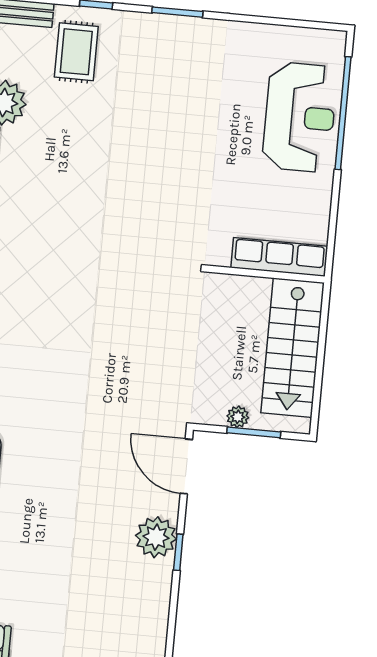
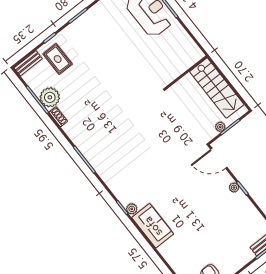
row of seats: (279, 257) -> (185, 63), removed
plant: (156, 537) -> (234, 188), width x0.53, depth x0.53

